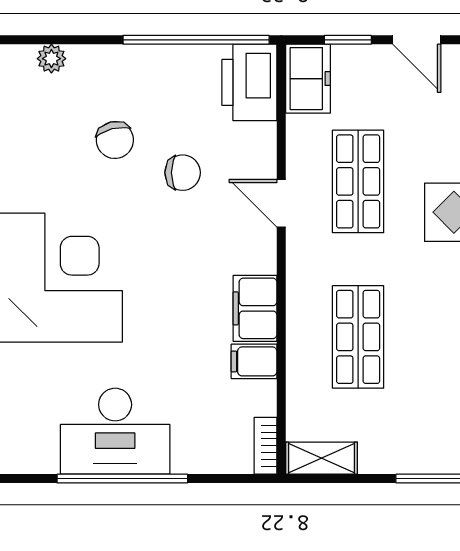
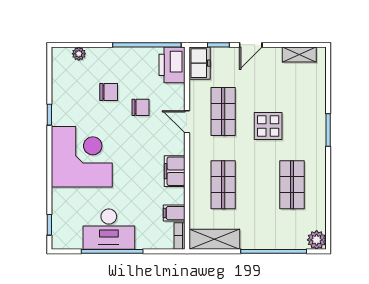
door: (417, 40) -> (251, 45), hinge flipped
chair: (115, 140) -> (109, 92), turned -76
filing cabinet: (254, 361) -> (174, 213), moved
shelving: (321, 458) -> (214, 239), width x1.50, depth x1.33

